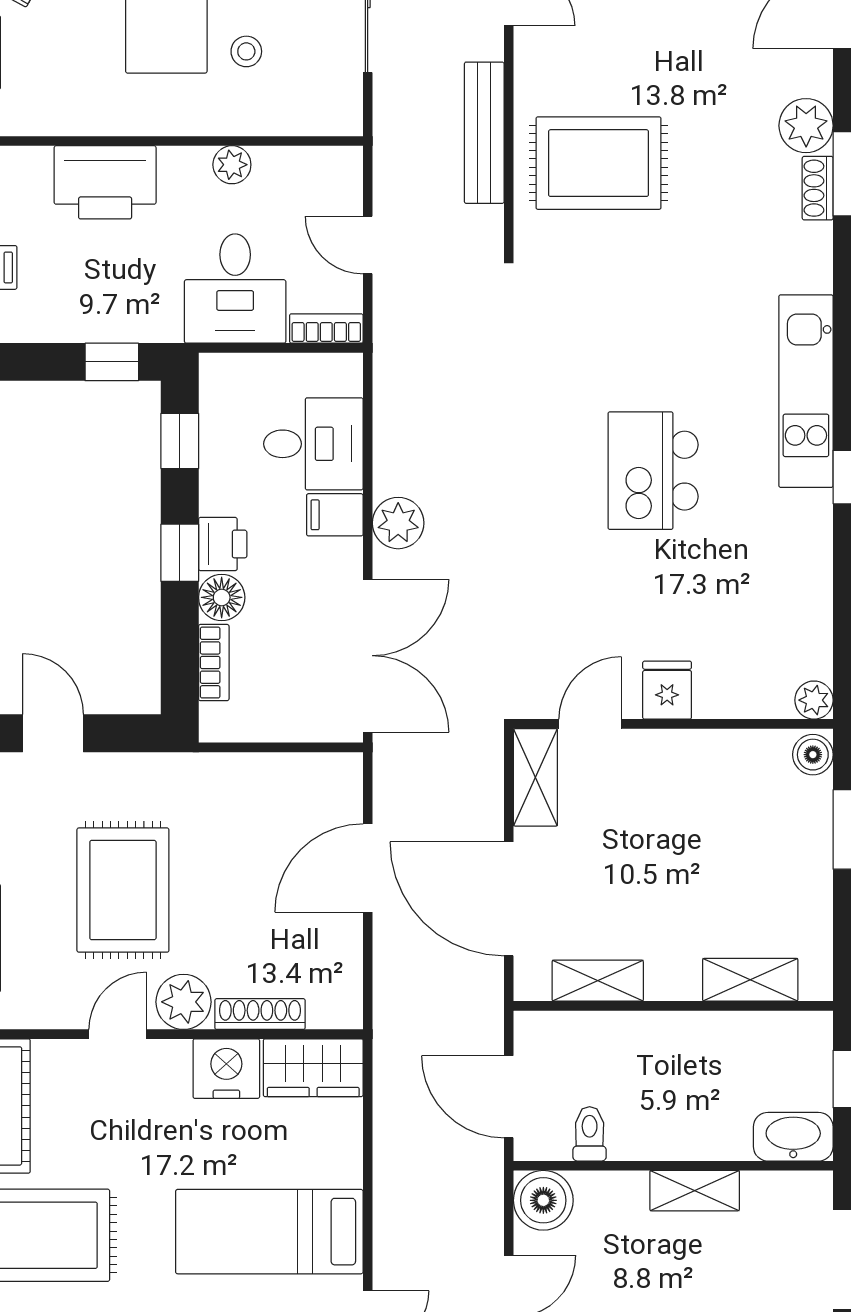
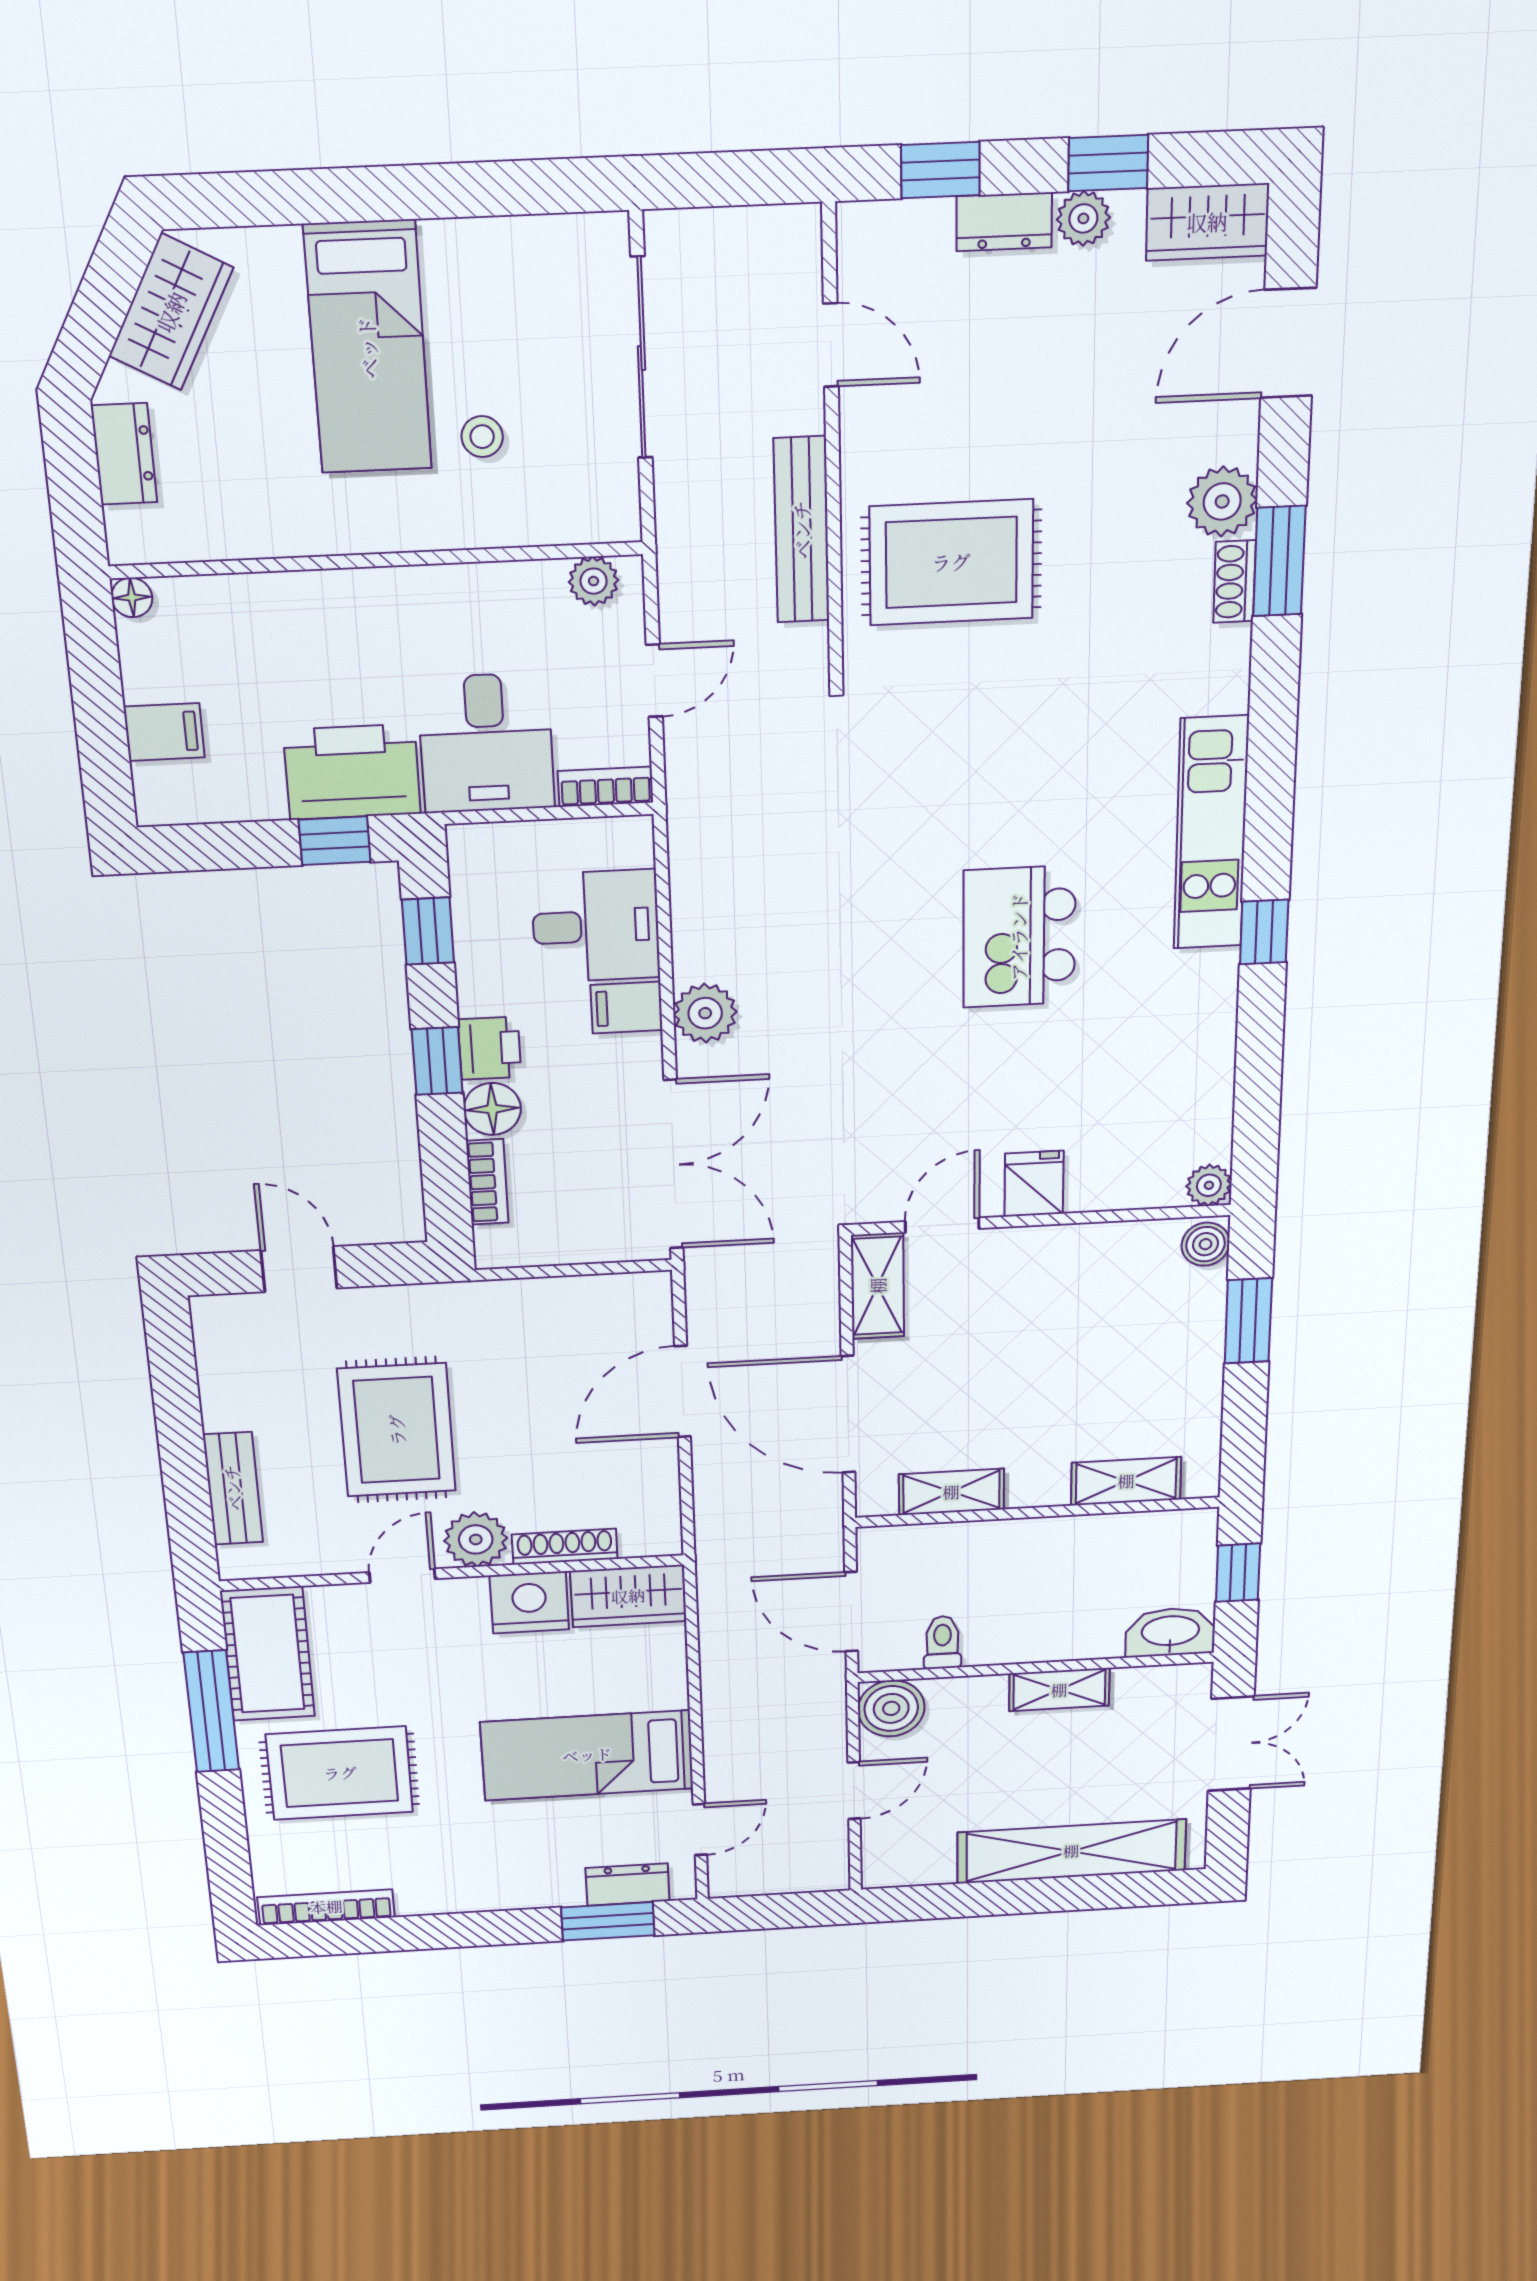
plant: (232, 165) -> (594, 581), moved
printer: (105, 182) -> (352, 772), moved, turned 180
door: (368, 245) -> (654, 681), swing flipped

